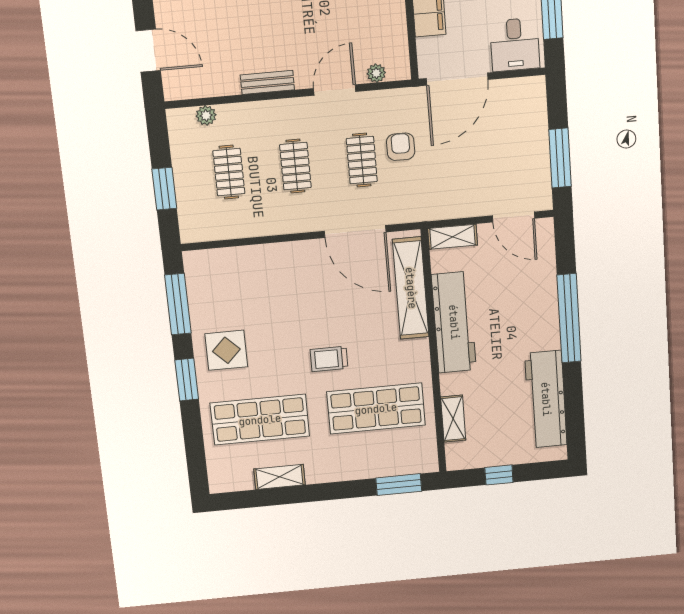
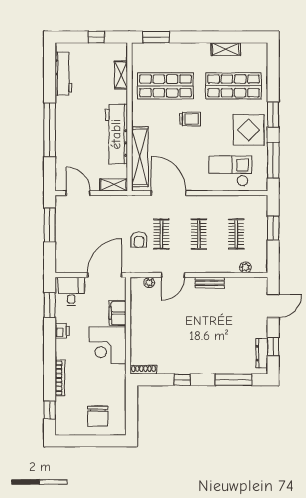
door: (148, 51) -> (273, 306), swing flipped
checkout: (251, 279) -> (230, 171), added
display table: (226, 350) -> (249, 130), width x1.36, depth x1.36
workbench: (546, 399) -> (63, 74), width x0.73, depth x0.76

